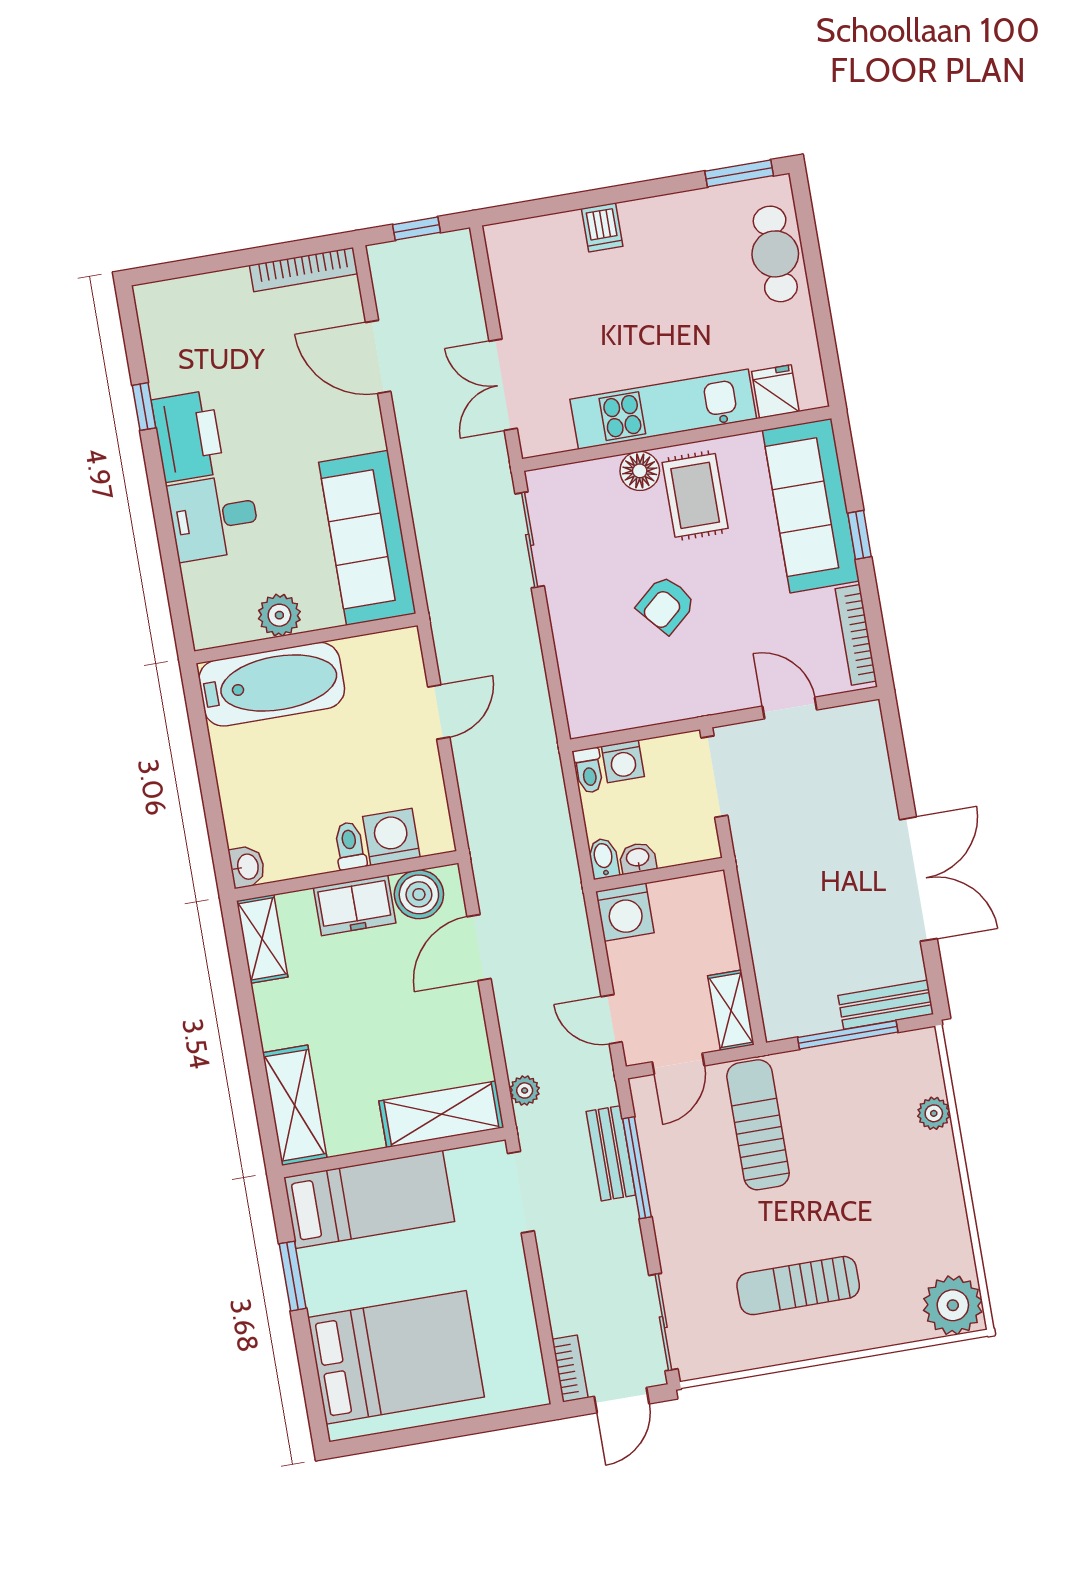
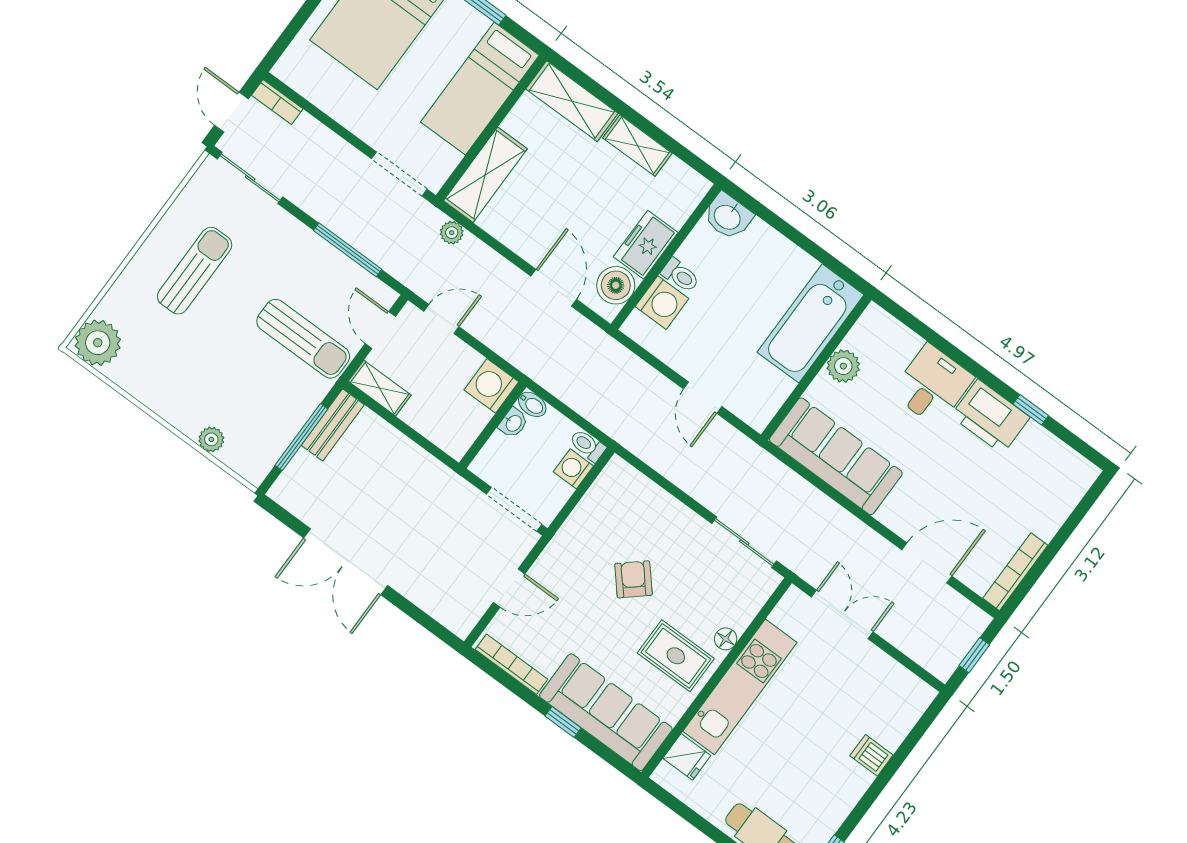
floor lamp: (640, 471) -> (726, 639), width x0.73, depth x0.73
washbasin: (247, 867) -> (728, 216), width x1.38, depth x1.45
shelving: (262, 939) -> (637, 146), moved
bench: (886, 1005) -> (333, 425), moved
bench: (611, 1153) -> (370, 244), removed

